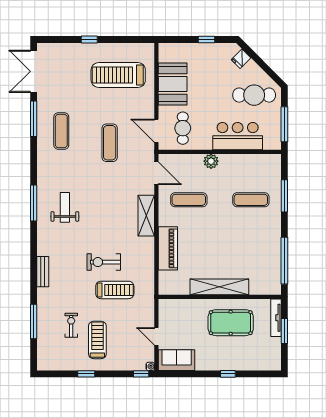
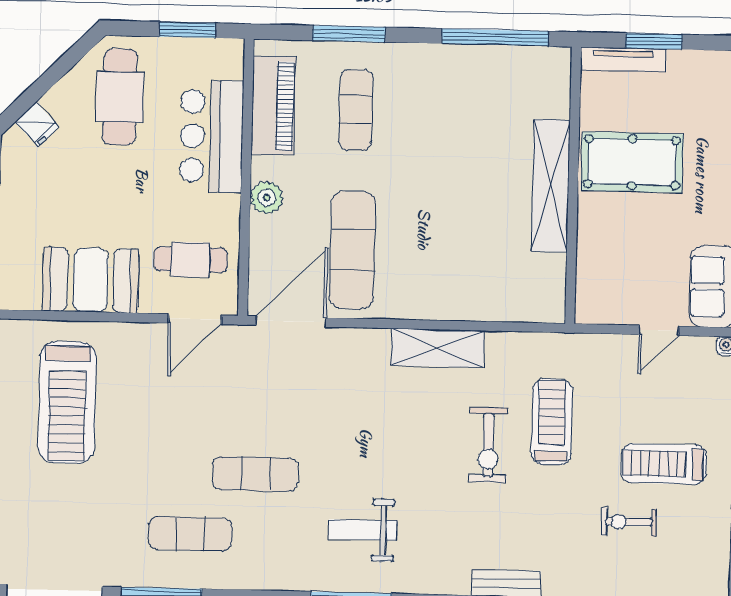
window: (284, 124) -> (187, 30), width x0.69
exercise mat: (110, 143) -> (255, 474), moved
door: (156, 173) -> (291, 321), width x1.36
exercise mat: (189, 200) -> (352, 250), width x1.36, depth x1.45
shelving: (146, 216) -> (437, 348), moved
piano: (168, 248) -> (273, 106), moved, turned 90
pool table: (231, 323) -> (632, 162), turned 90

